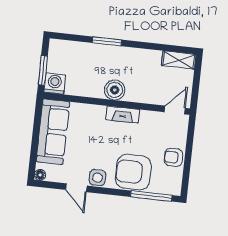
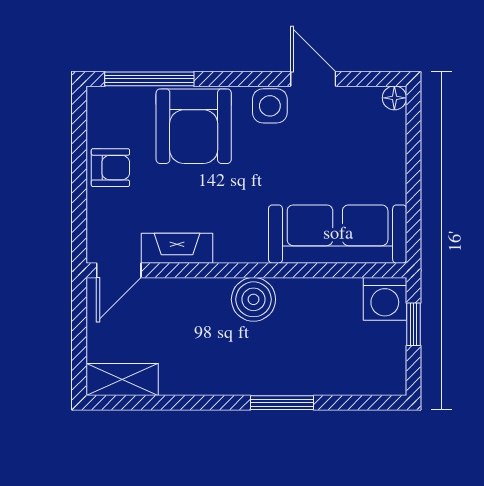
window: (43, 70) -> (413, 324), width x0.67
fireplace: (123, 115) -> (177, 248), moved
sofa: (53, 132) -> (338, 234), moved, turned 90
armchair: (133, 172) -> (194, 126), turned 90

